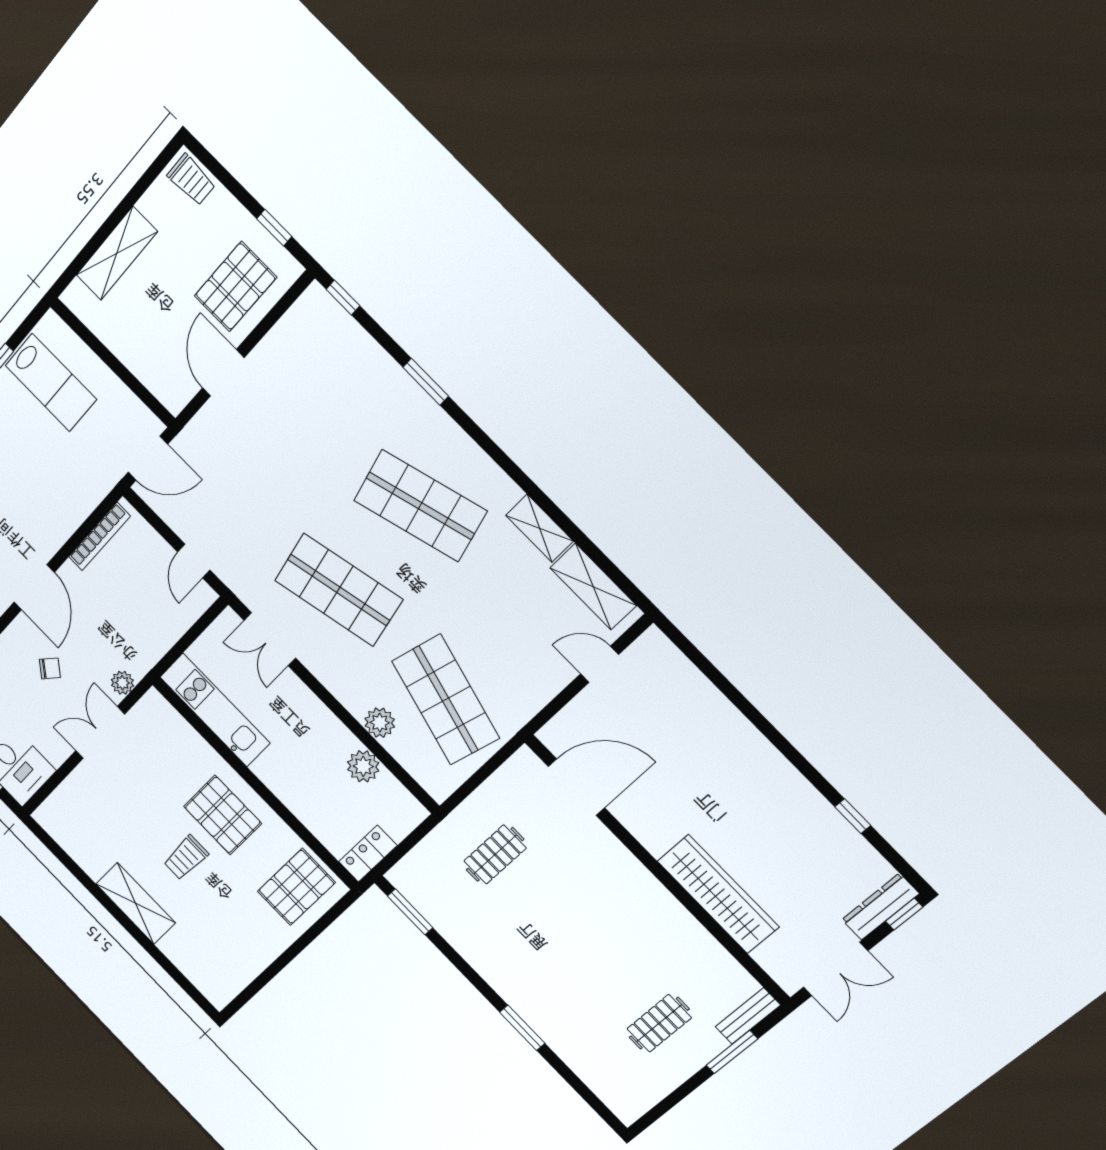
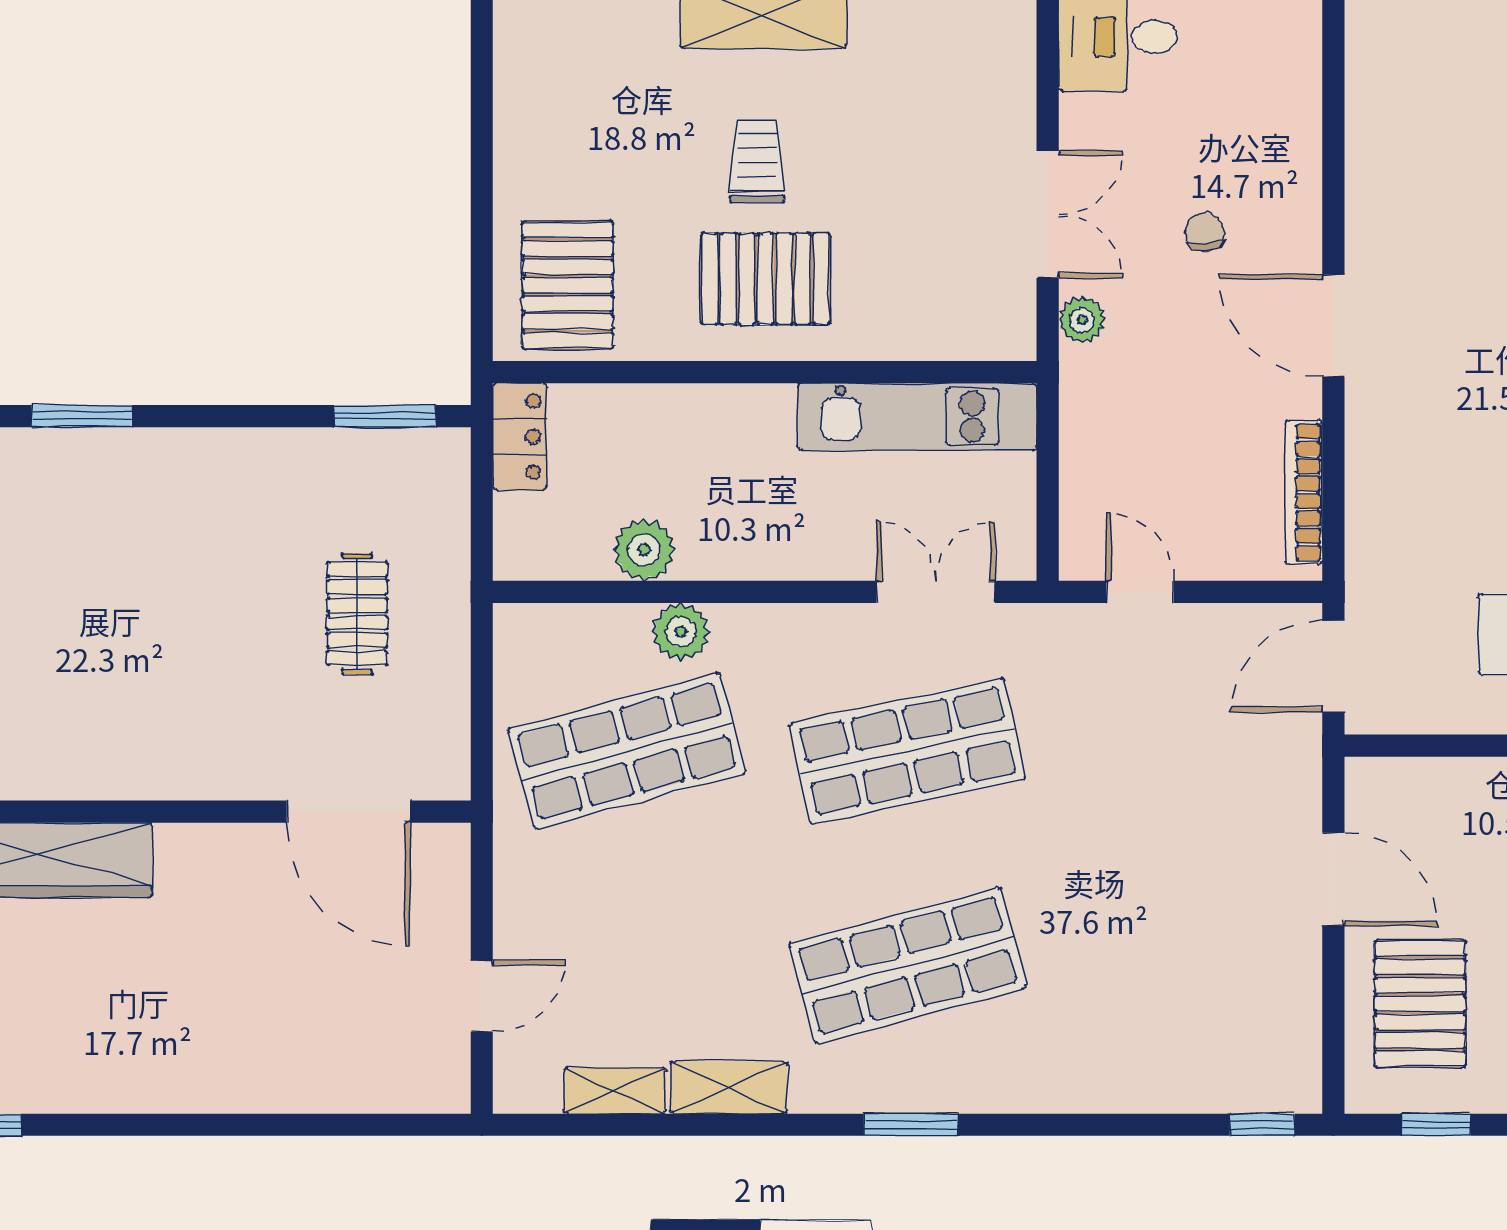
window: (426, 382) -> (911, 1125), moved
shelving: (593, 587) -> (615, 1091), width x0.67, depth x0.75
chair: (50, 668) -> (1205, 232), turned 136
shop shelf: (446, 700) -> (627, 751), turned -30
door: (576, 787) -> (348, 812), hinge flipped

